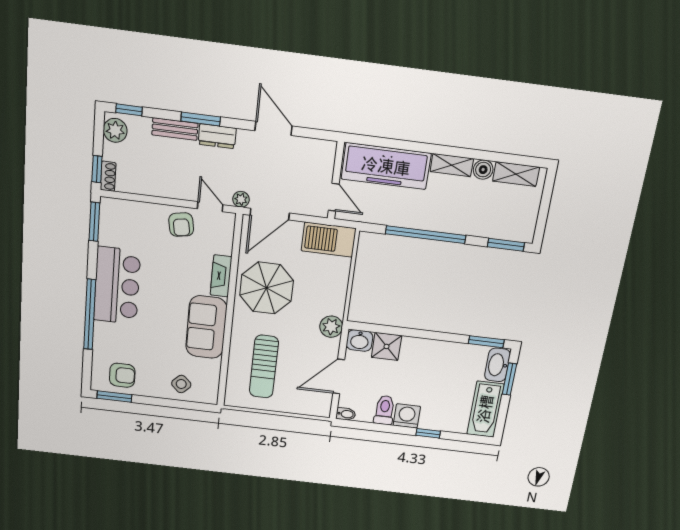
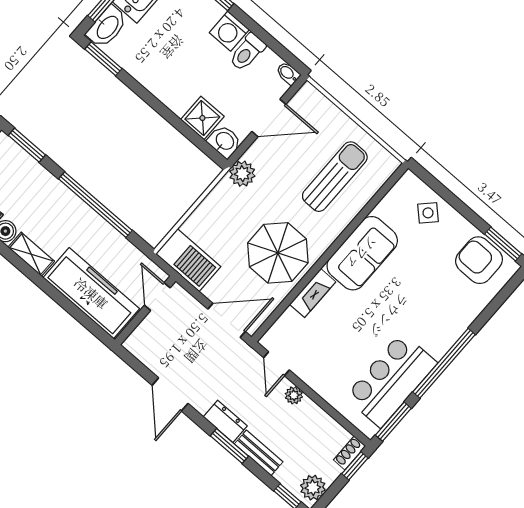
plant: (241, 199) -> (294, 395), moved
armchair: (181, 225) -> (315, 365), removed
bar counter: (117, 286) -> (391, 380), moved
window: (90, 315) -> (444, 363), moved
armchair: (122, 375) -> (479, 260), width x1.38, depth x1.38

